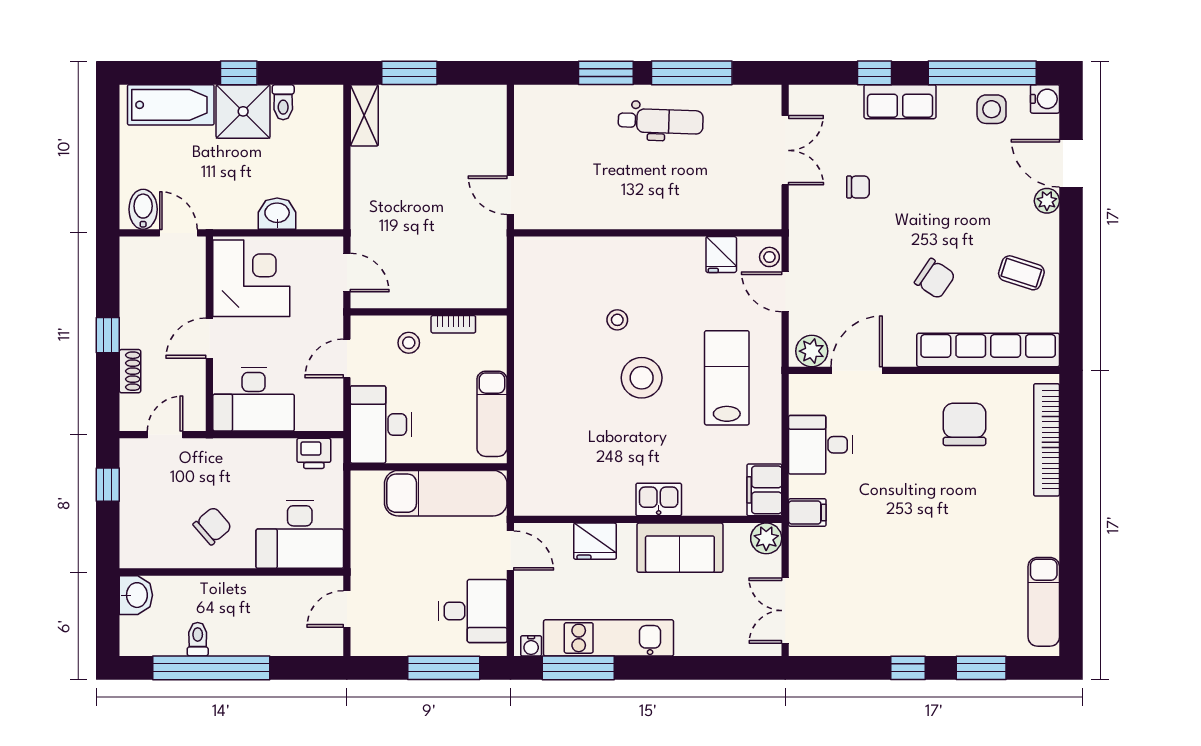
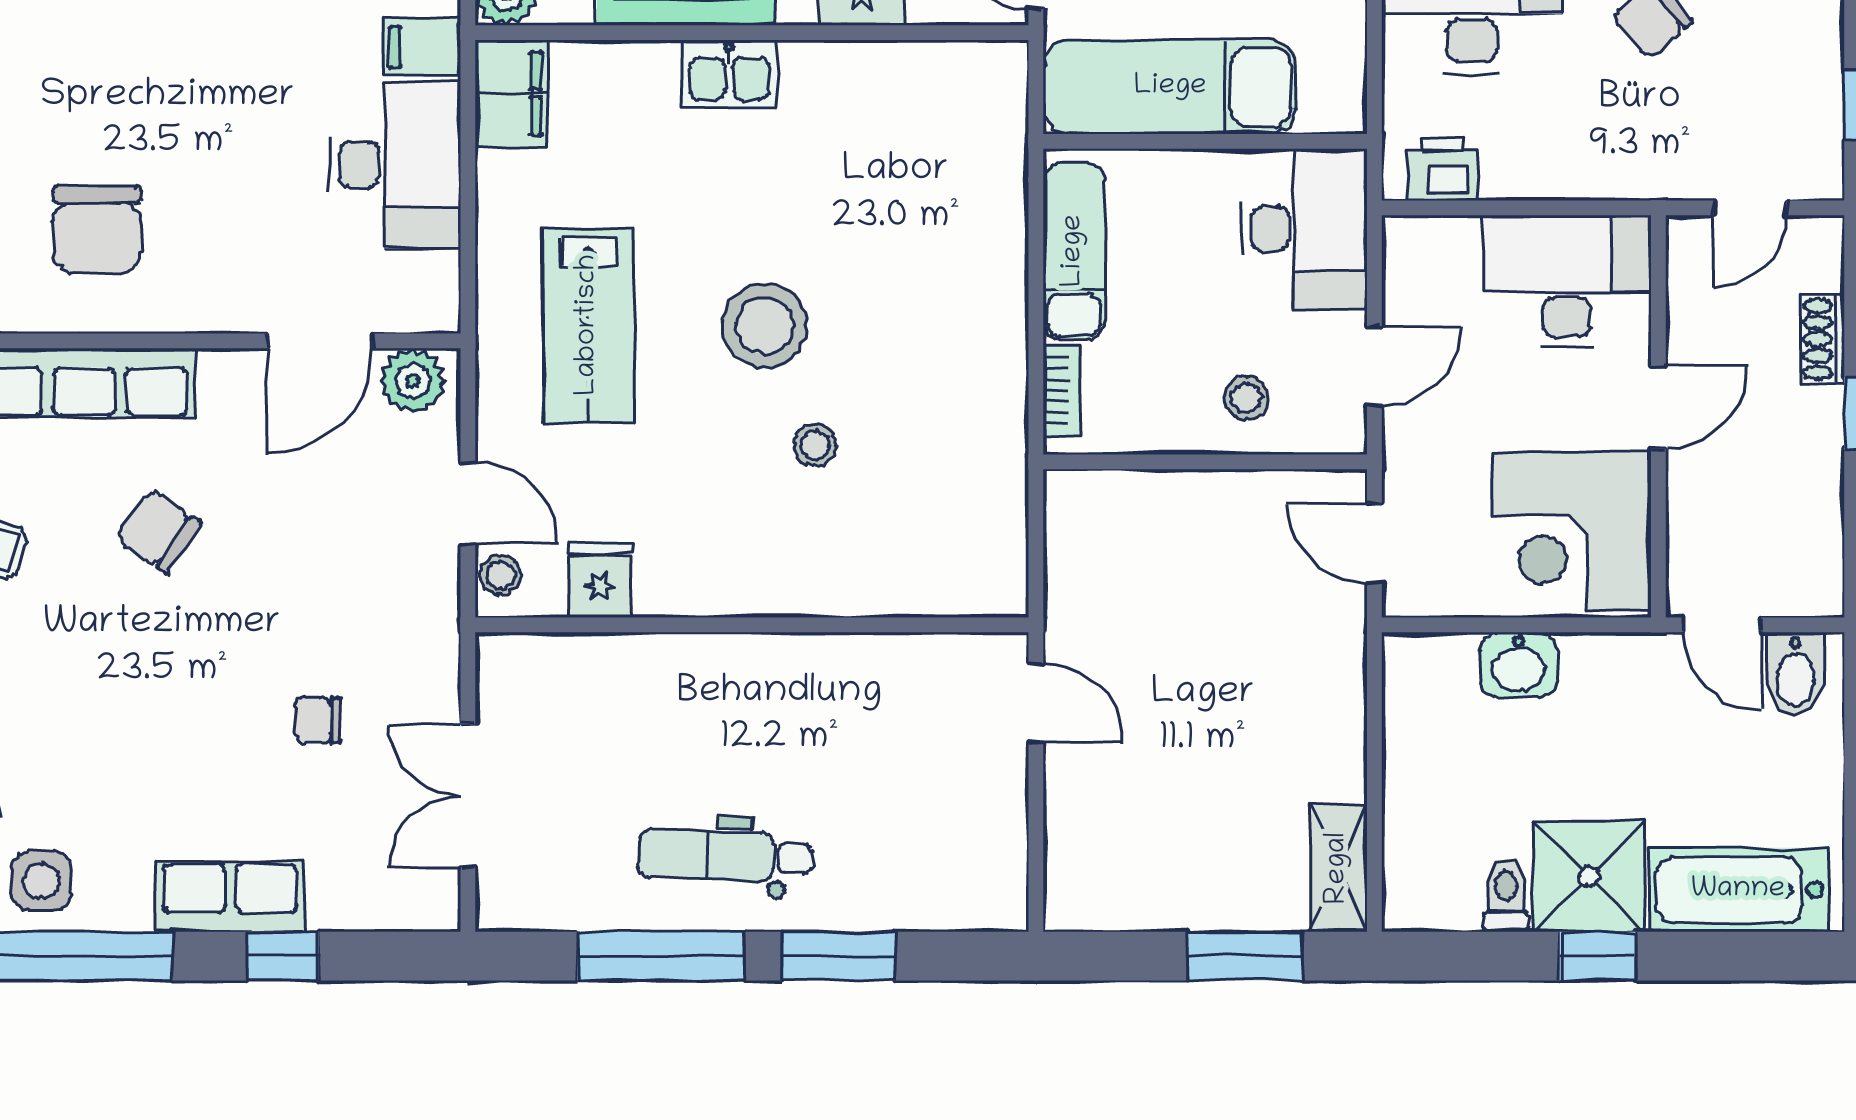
bookcase: (453, 324) -> (1061, 390), moved, turned 90
desk: (820, 445) -> (395, 164), width x1.37

